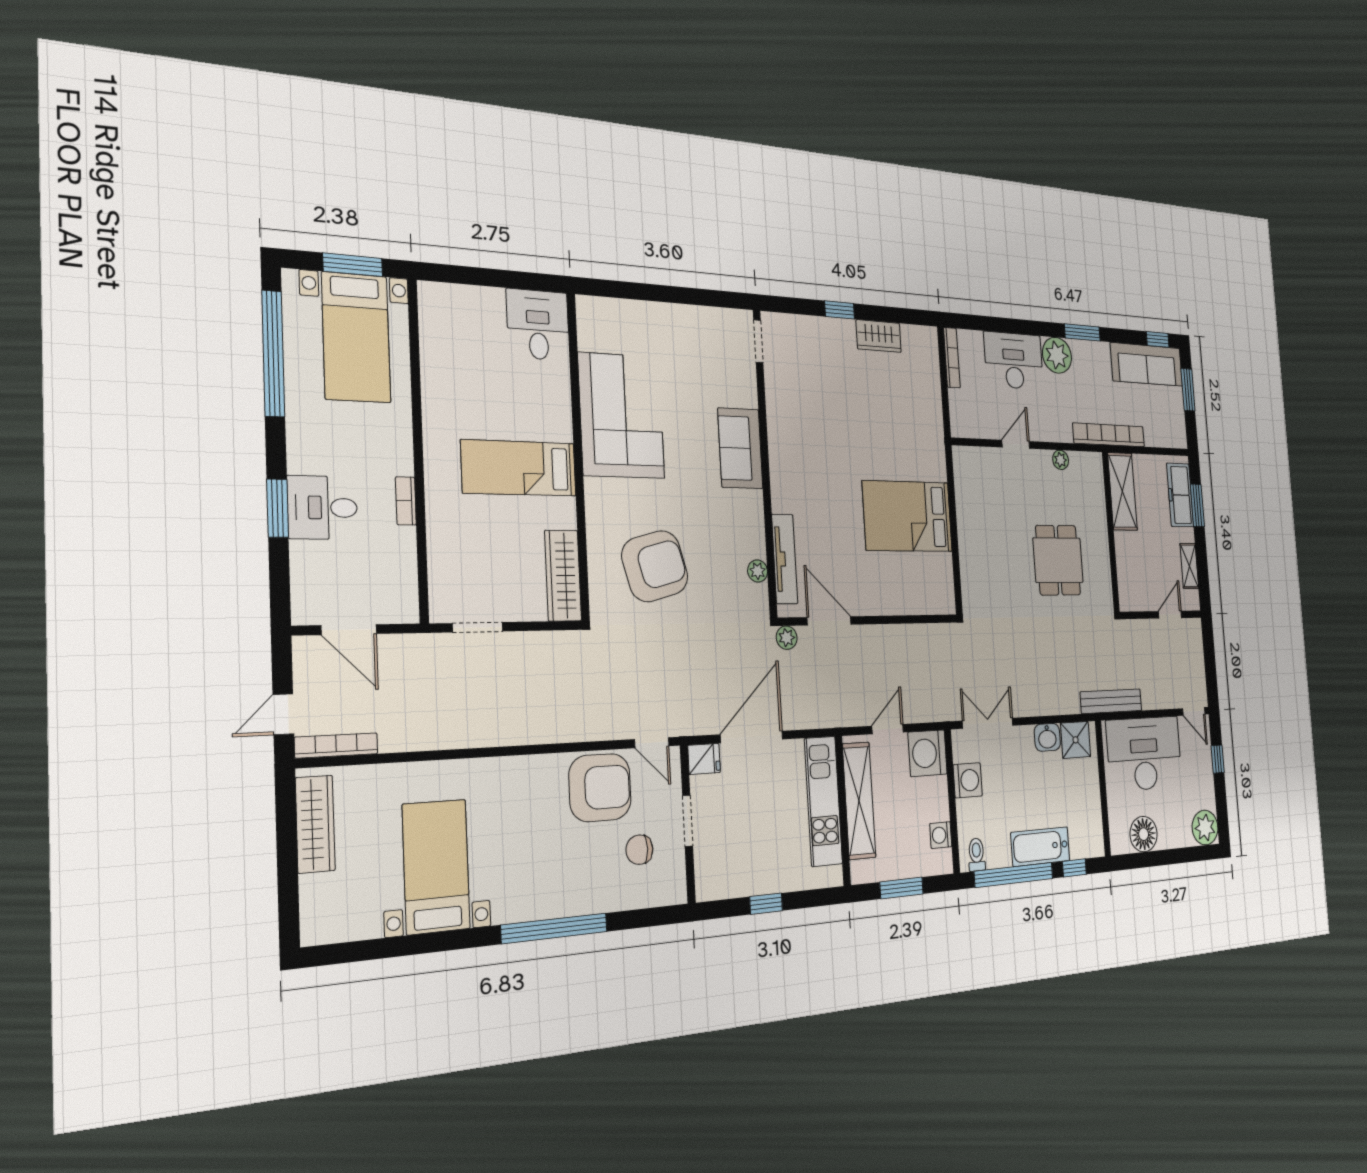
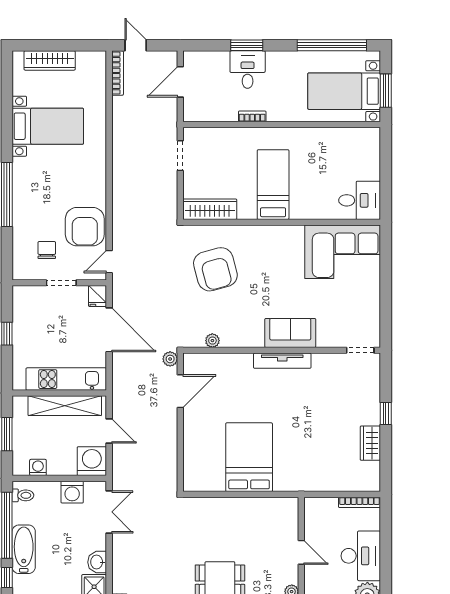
corner sofa: (621, 416) -> (343, 252), moved
tv unit: (785, 559) -> (282, 361), moved
wardrobe: (315, 824) -> (50, 60), moved

